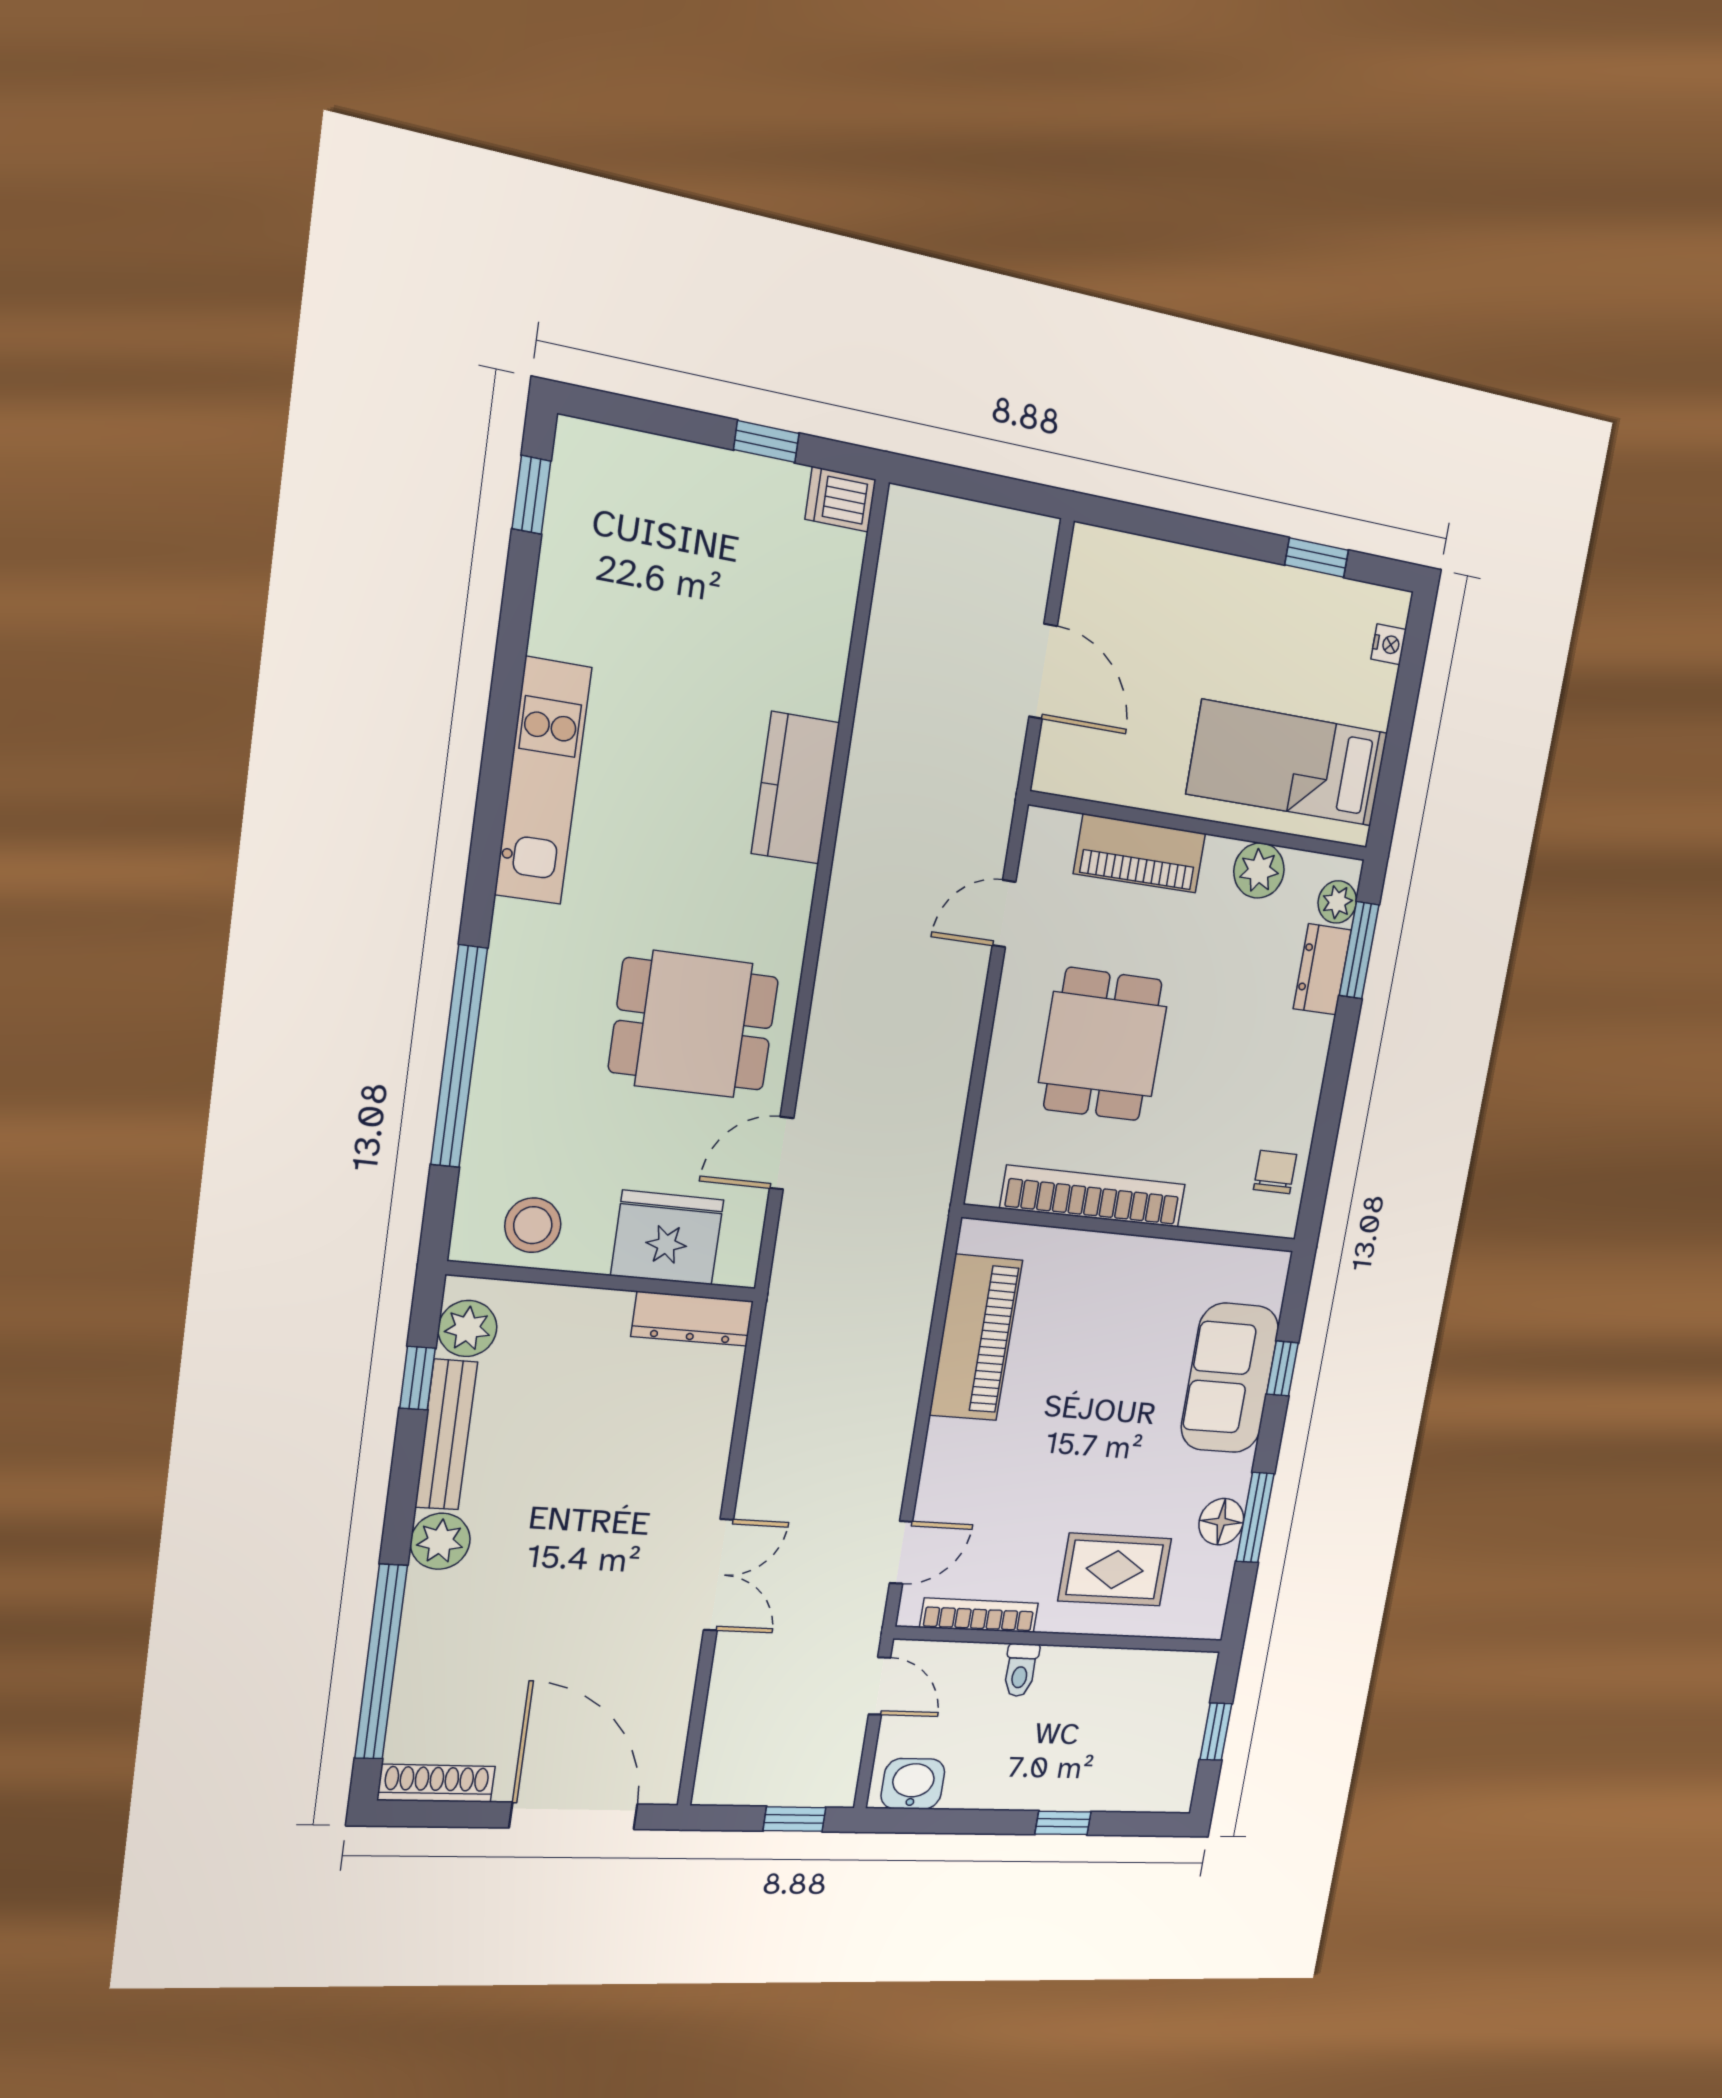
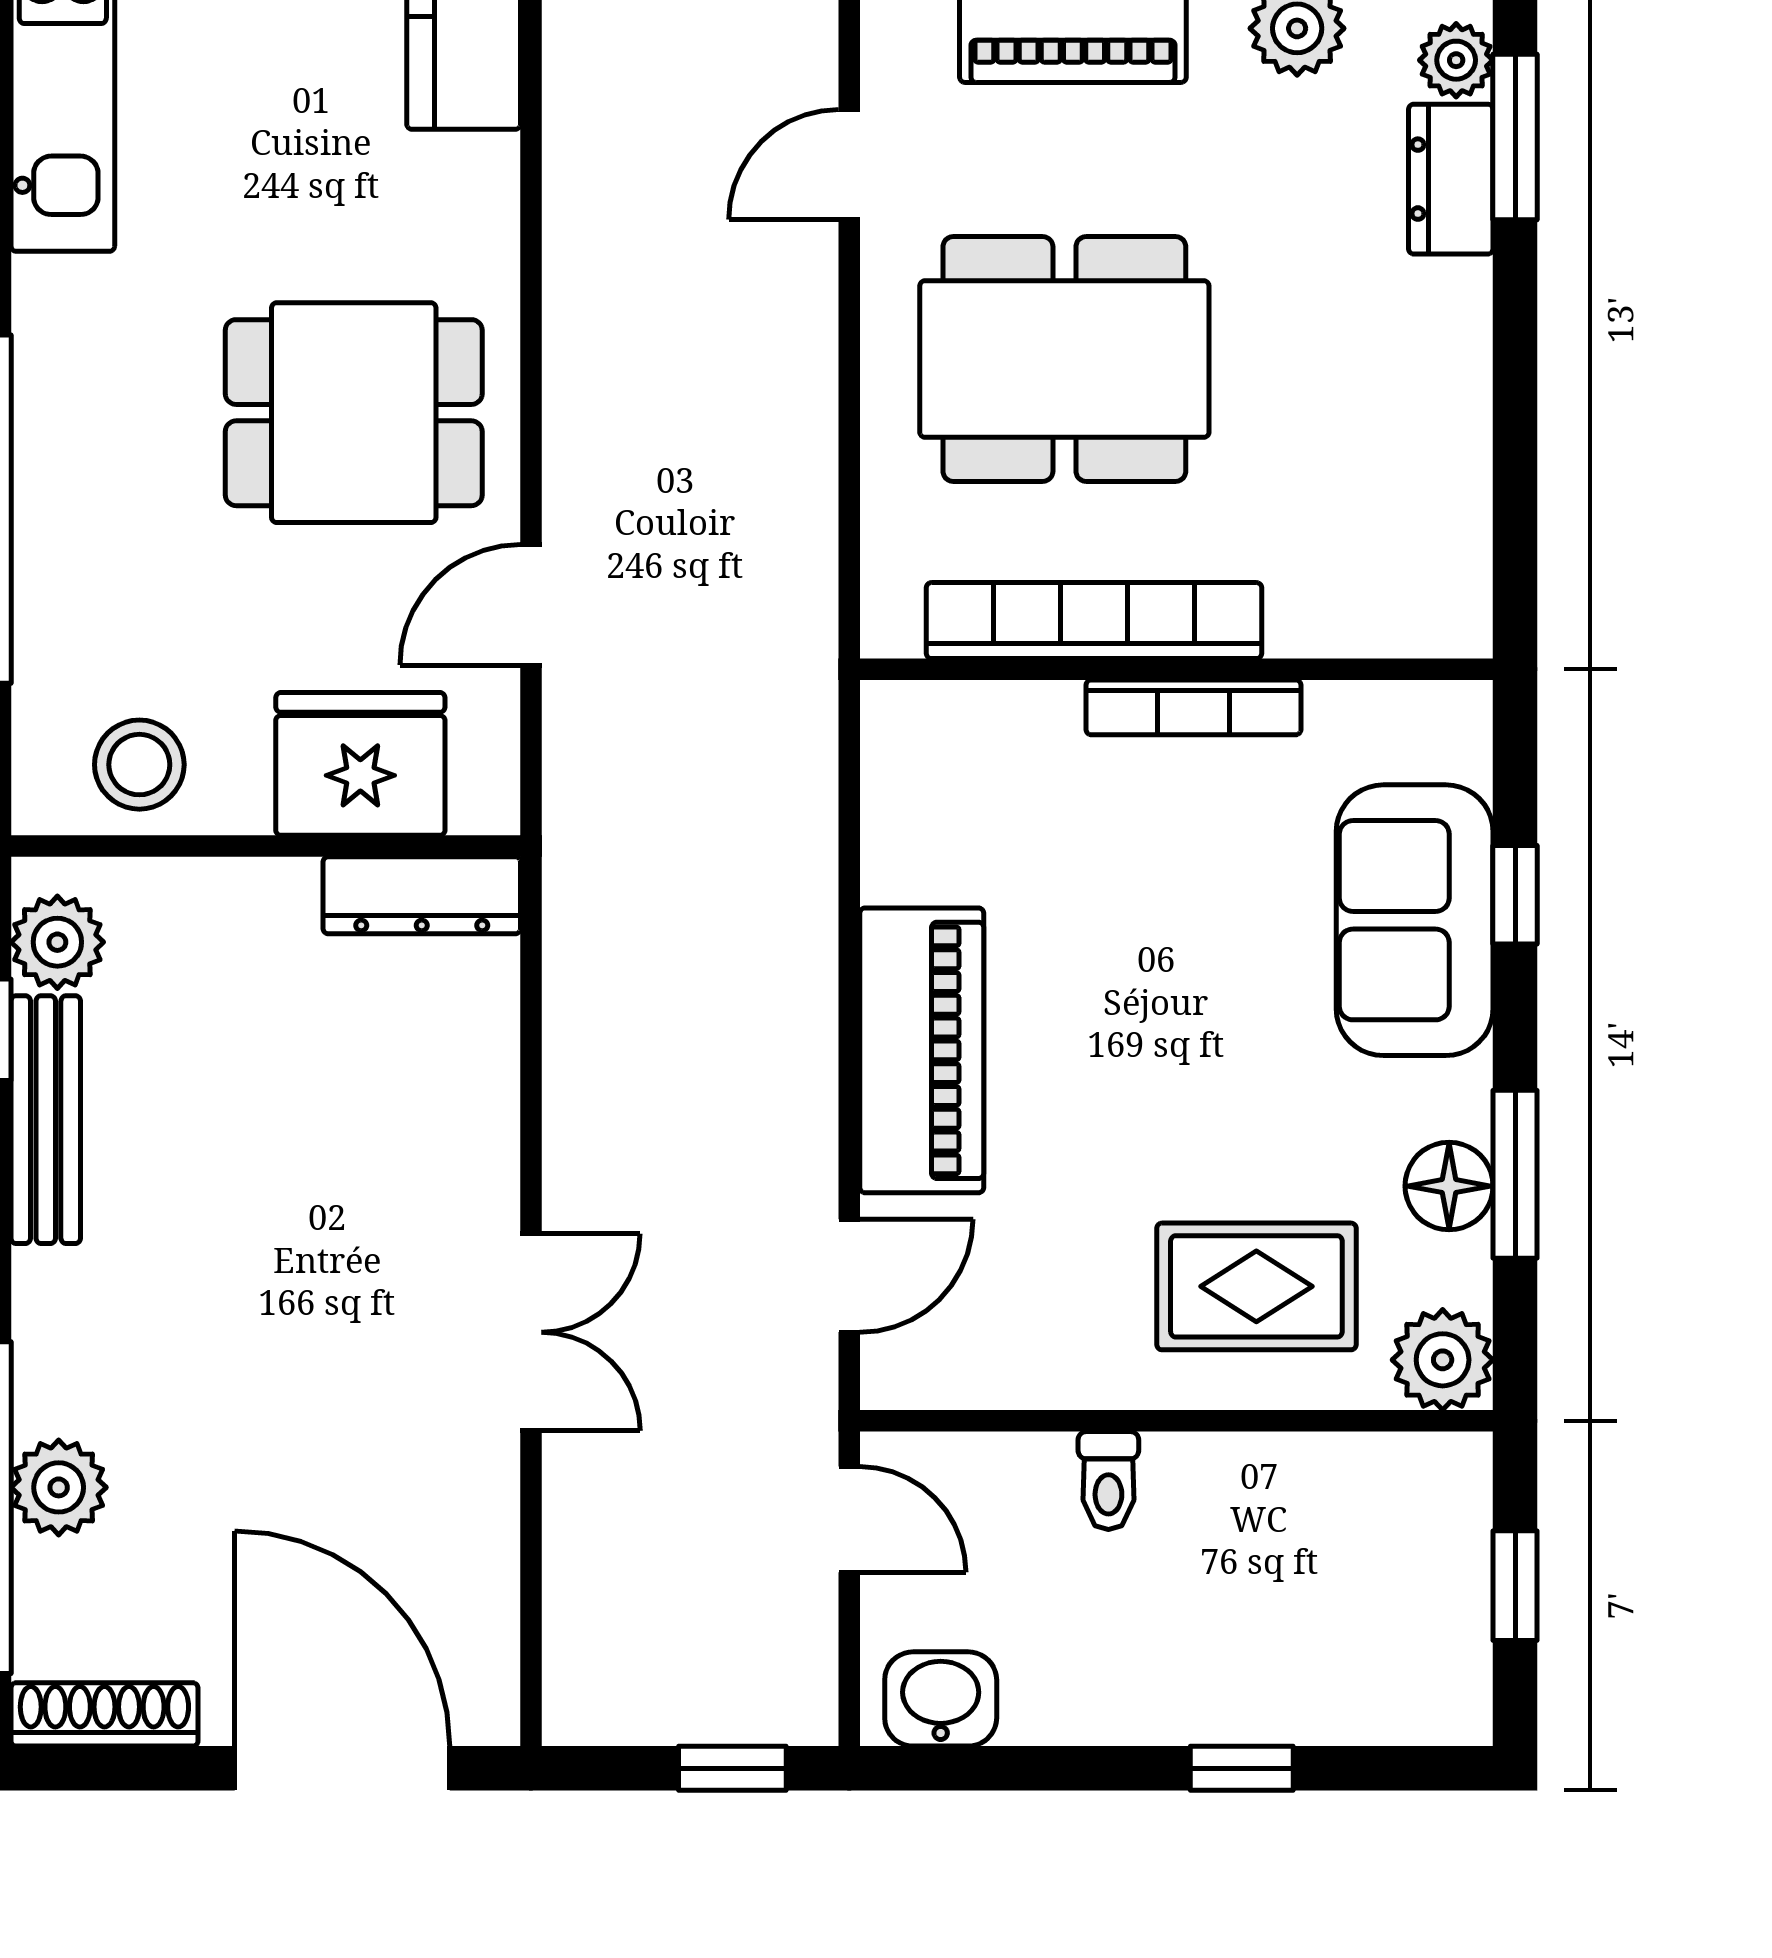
dining table: (1103, 1044) -> (1064, 359), width x1.38
chair: (1275, 1172) -> (1430, 543), removed
piano: (976, 1338) -> (922, 1050), moved
plant: (440, 1541) -> (59, 1487), moved
plant: (1202, 1613) -> (1443, 1360), added
bookcase: (979, 1615) -> (1193, 707), moved, turned 180

